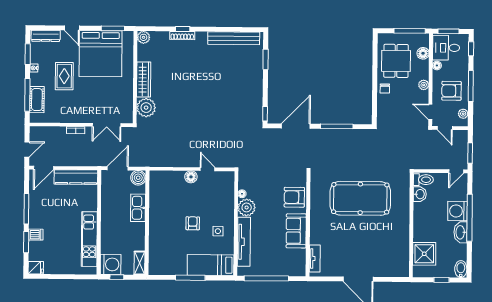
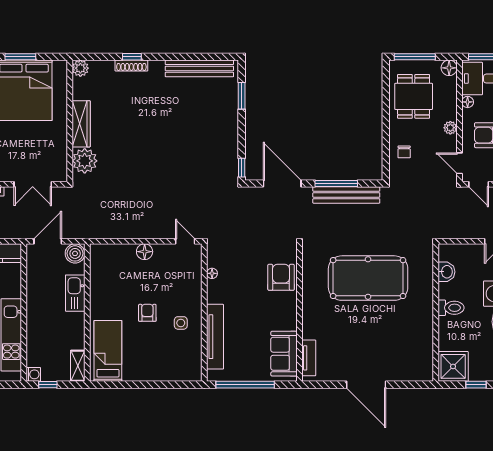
window: (113, 28) -> (20, 57), moved
window: (410, 31) -> (415, 57), moved
floor lamp: (423, 53) -> (449, 68), moved
chair: (385, 88) -> (404, 152), moved
door: (296, 126) -> (282, 183), hinge flipped
bench: (344, 135) -> (346, 195), added
door: (208, 169) -> (185, 241), moved
toilet: (423, 180) -> (451, 308), moved
armchair: (294, 197) -> (281, 277), turned 90
plant: (247, 207) -> (218, 291), removed
sofa: (296, 231) -> (284, 354), moved
shower: (424, 254) -> (453, 366), moved
washing machine: (111, 264) -> (33, 374), width x0.53, depth x0.53
bed: (211, 265) -> (108, 351), moved, turned 90
window: (190, 278) -> (145, 385), removed

